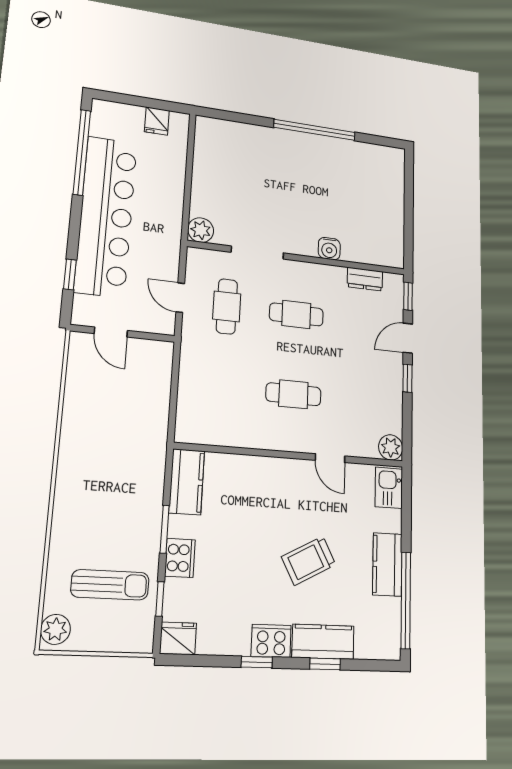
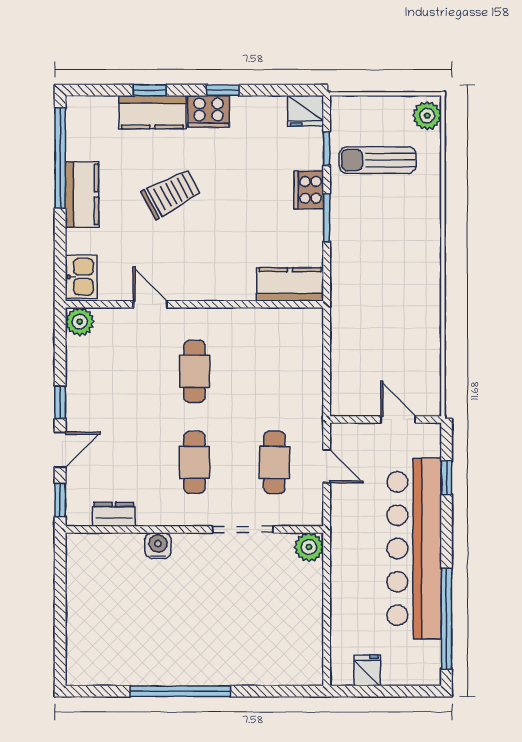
cafe table: (296, 314) -> (194, 462), turned 90
cafe table: (293, 394) -> (194, 371), turned 90
kitchen counter: (187, 482) -> (290, 284), moved, turned 90

